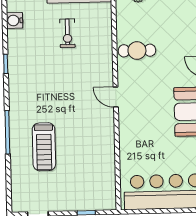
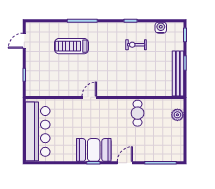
exercise bike: (67, 33) -> (136, 45), moved
door: (116, 97) -> (89, 97), moved

